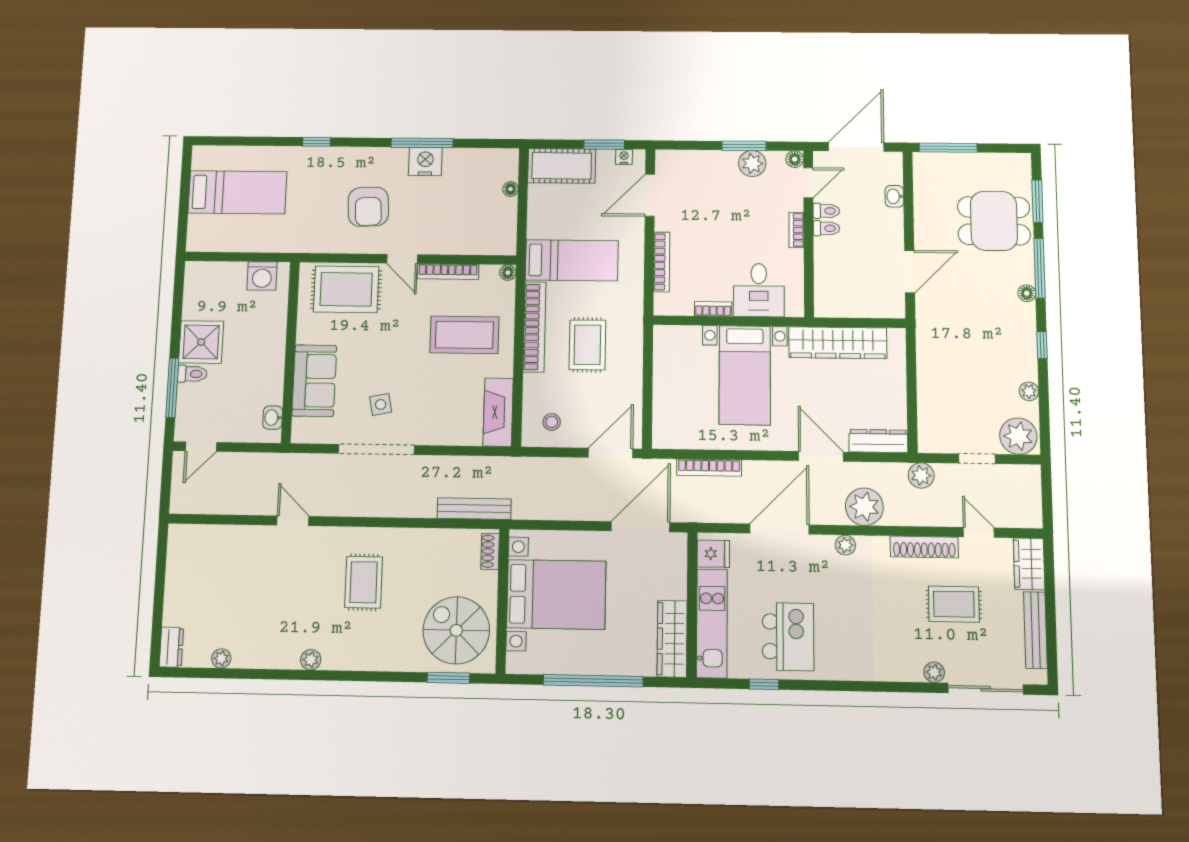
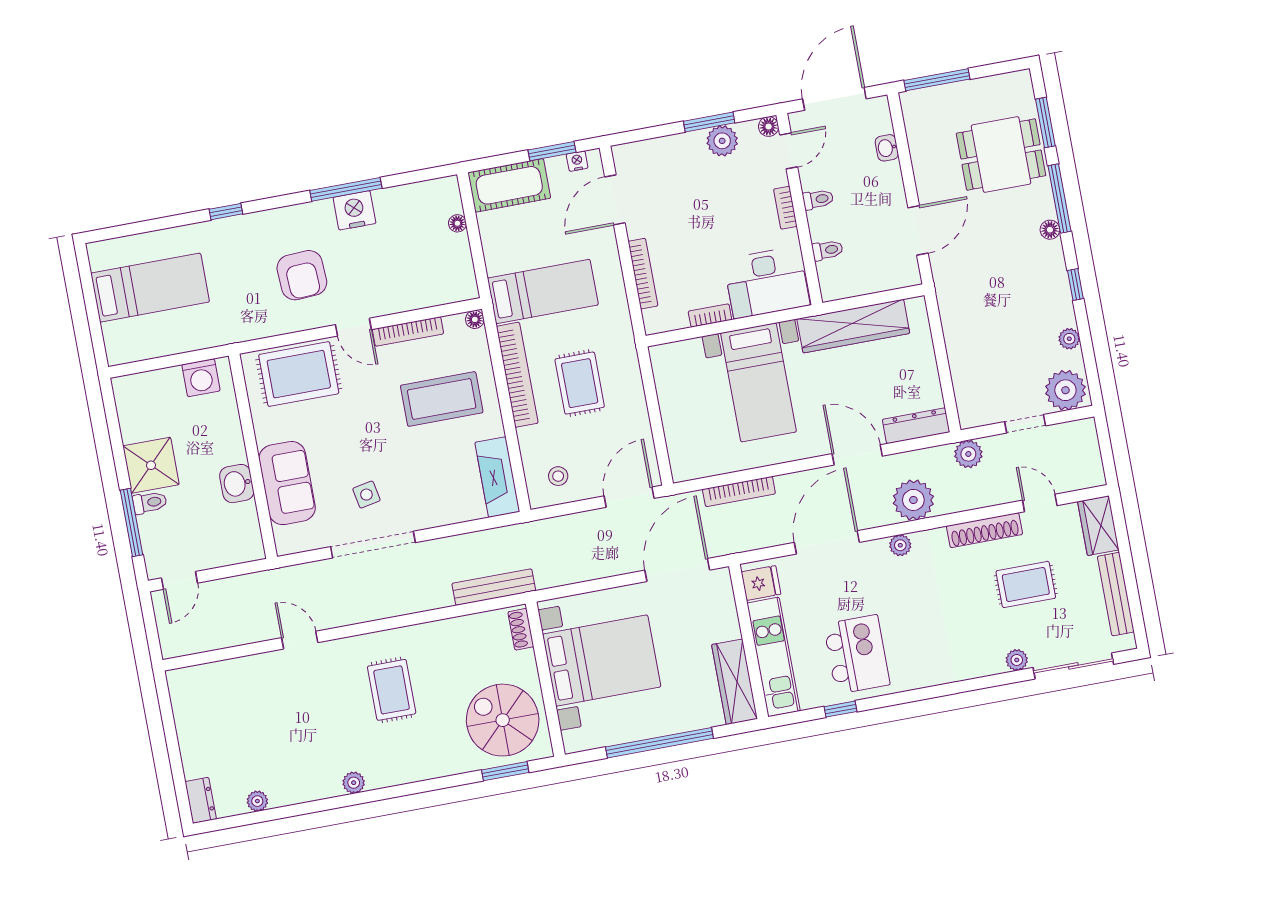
toilet: (826, 211) -> (827, 250), moved
desk: (759, 290) -> (767, 282), width x1.37
washbasin: (273, 418) -> (237, 484), moved, width x1.38, depth x1.45

